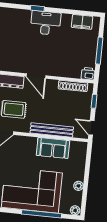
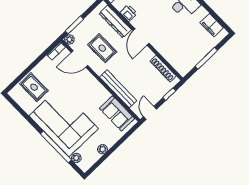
printer: (88, 74) -> (129, 13), moved
sofa: (53, 148) -> (117, 113), moved
plant: (75, 210) -> (76, 158), moved

